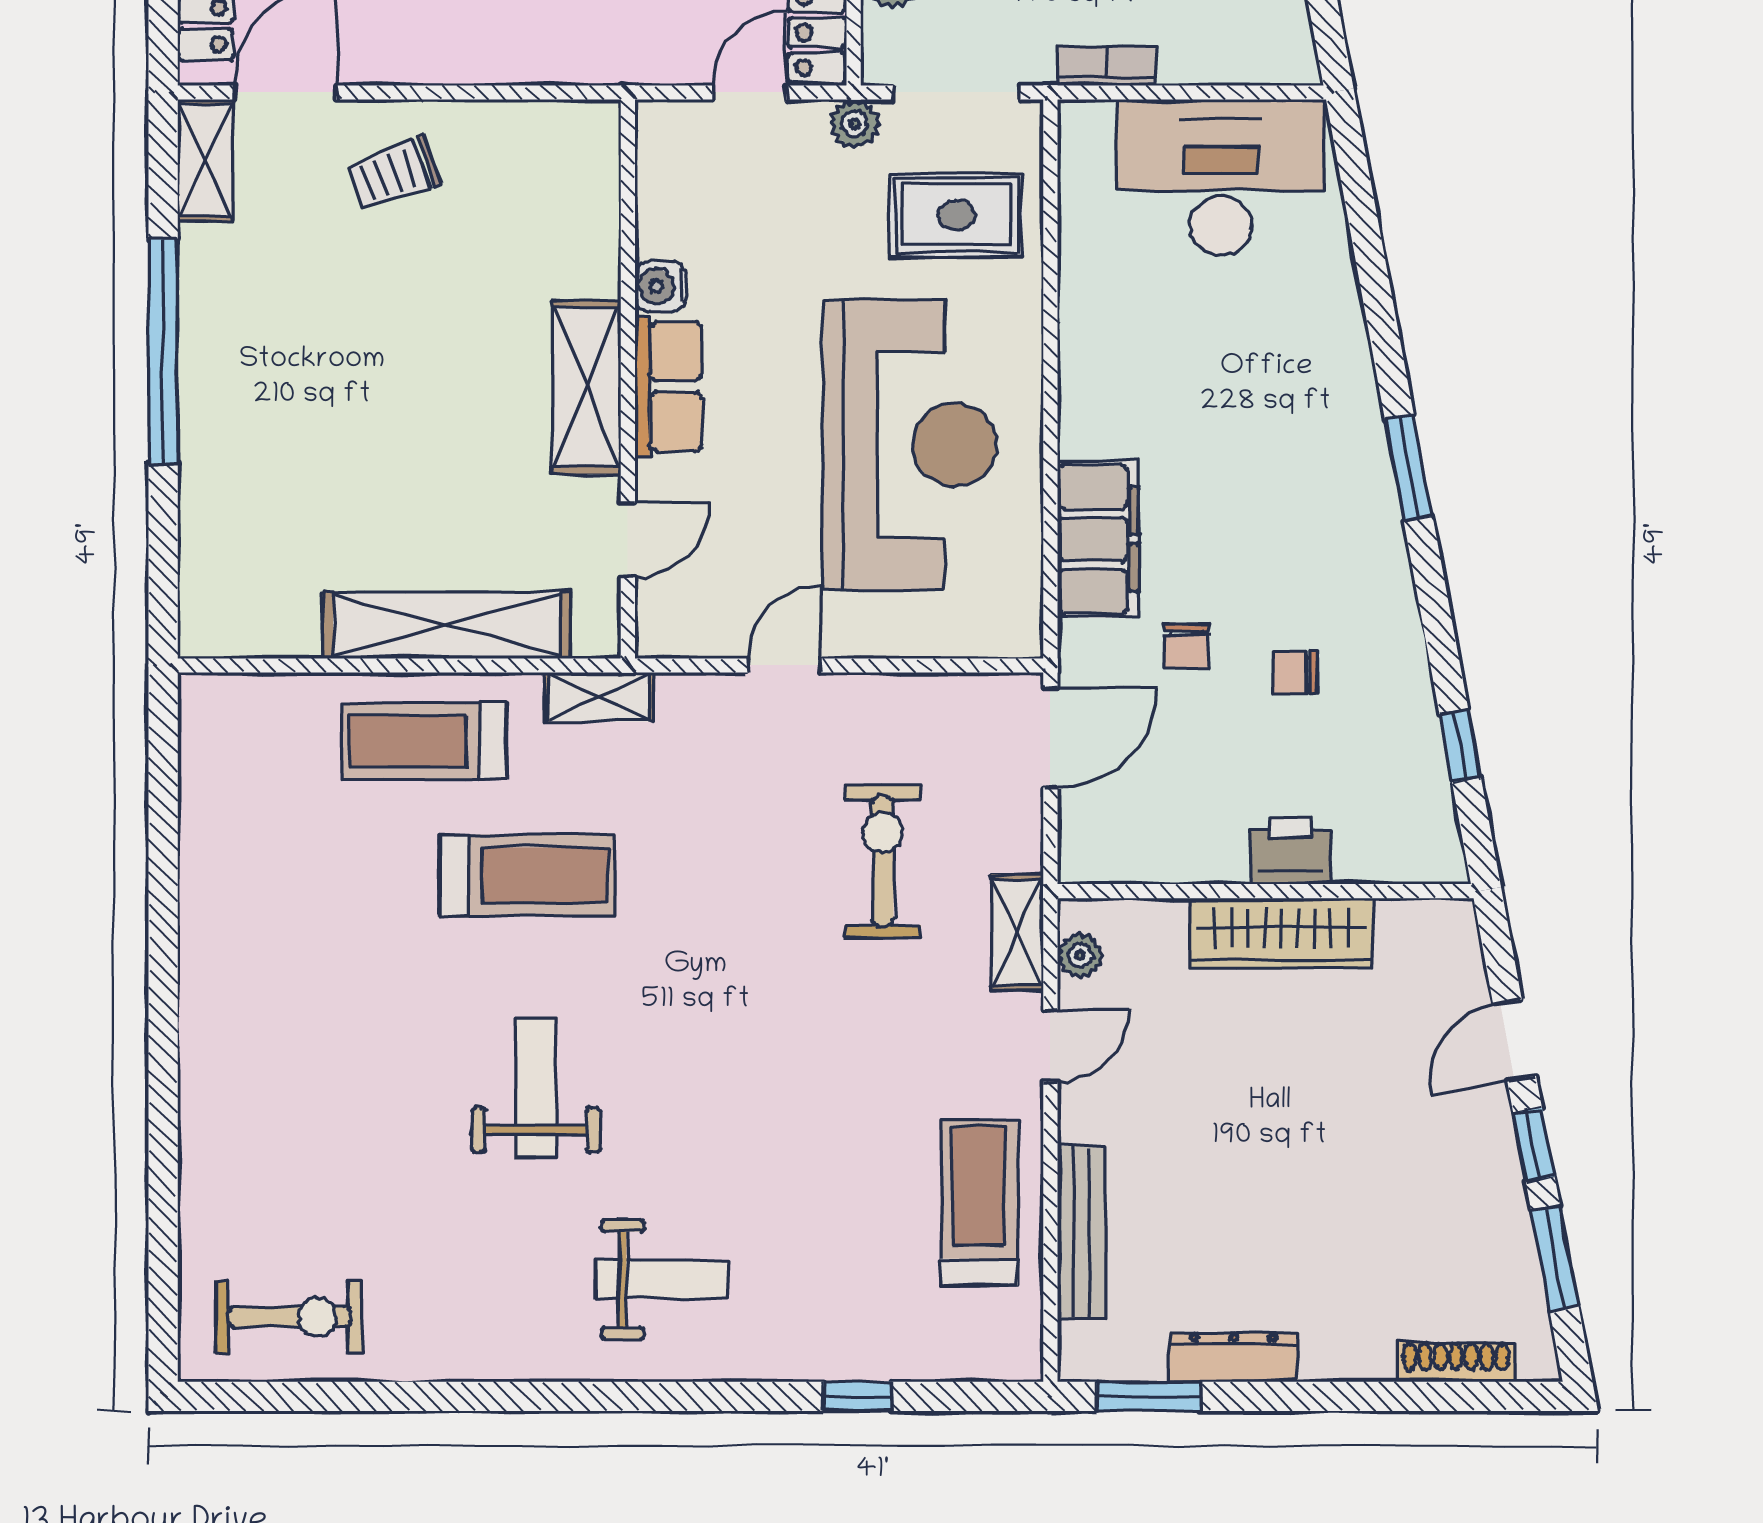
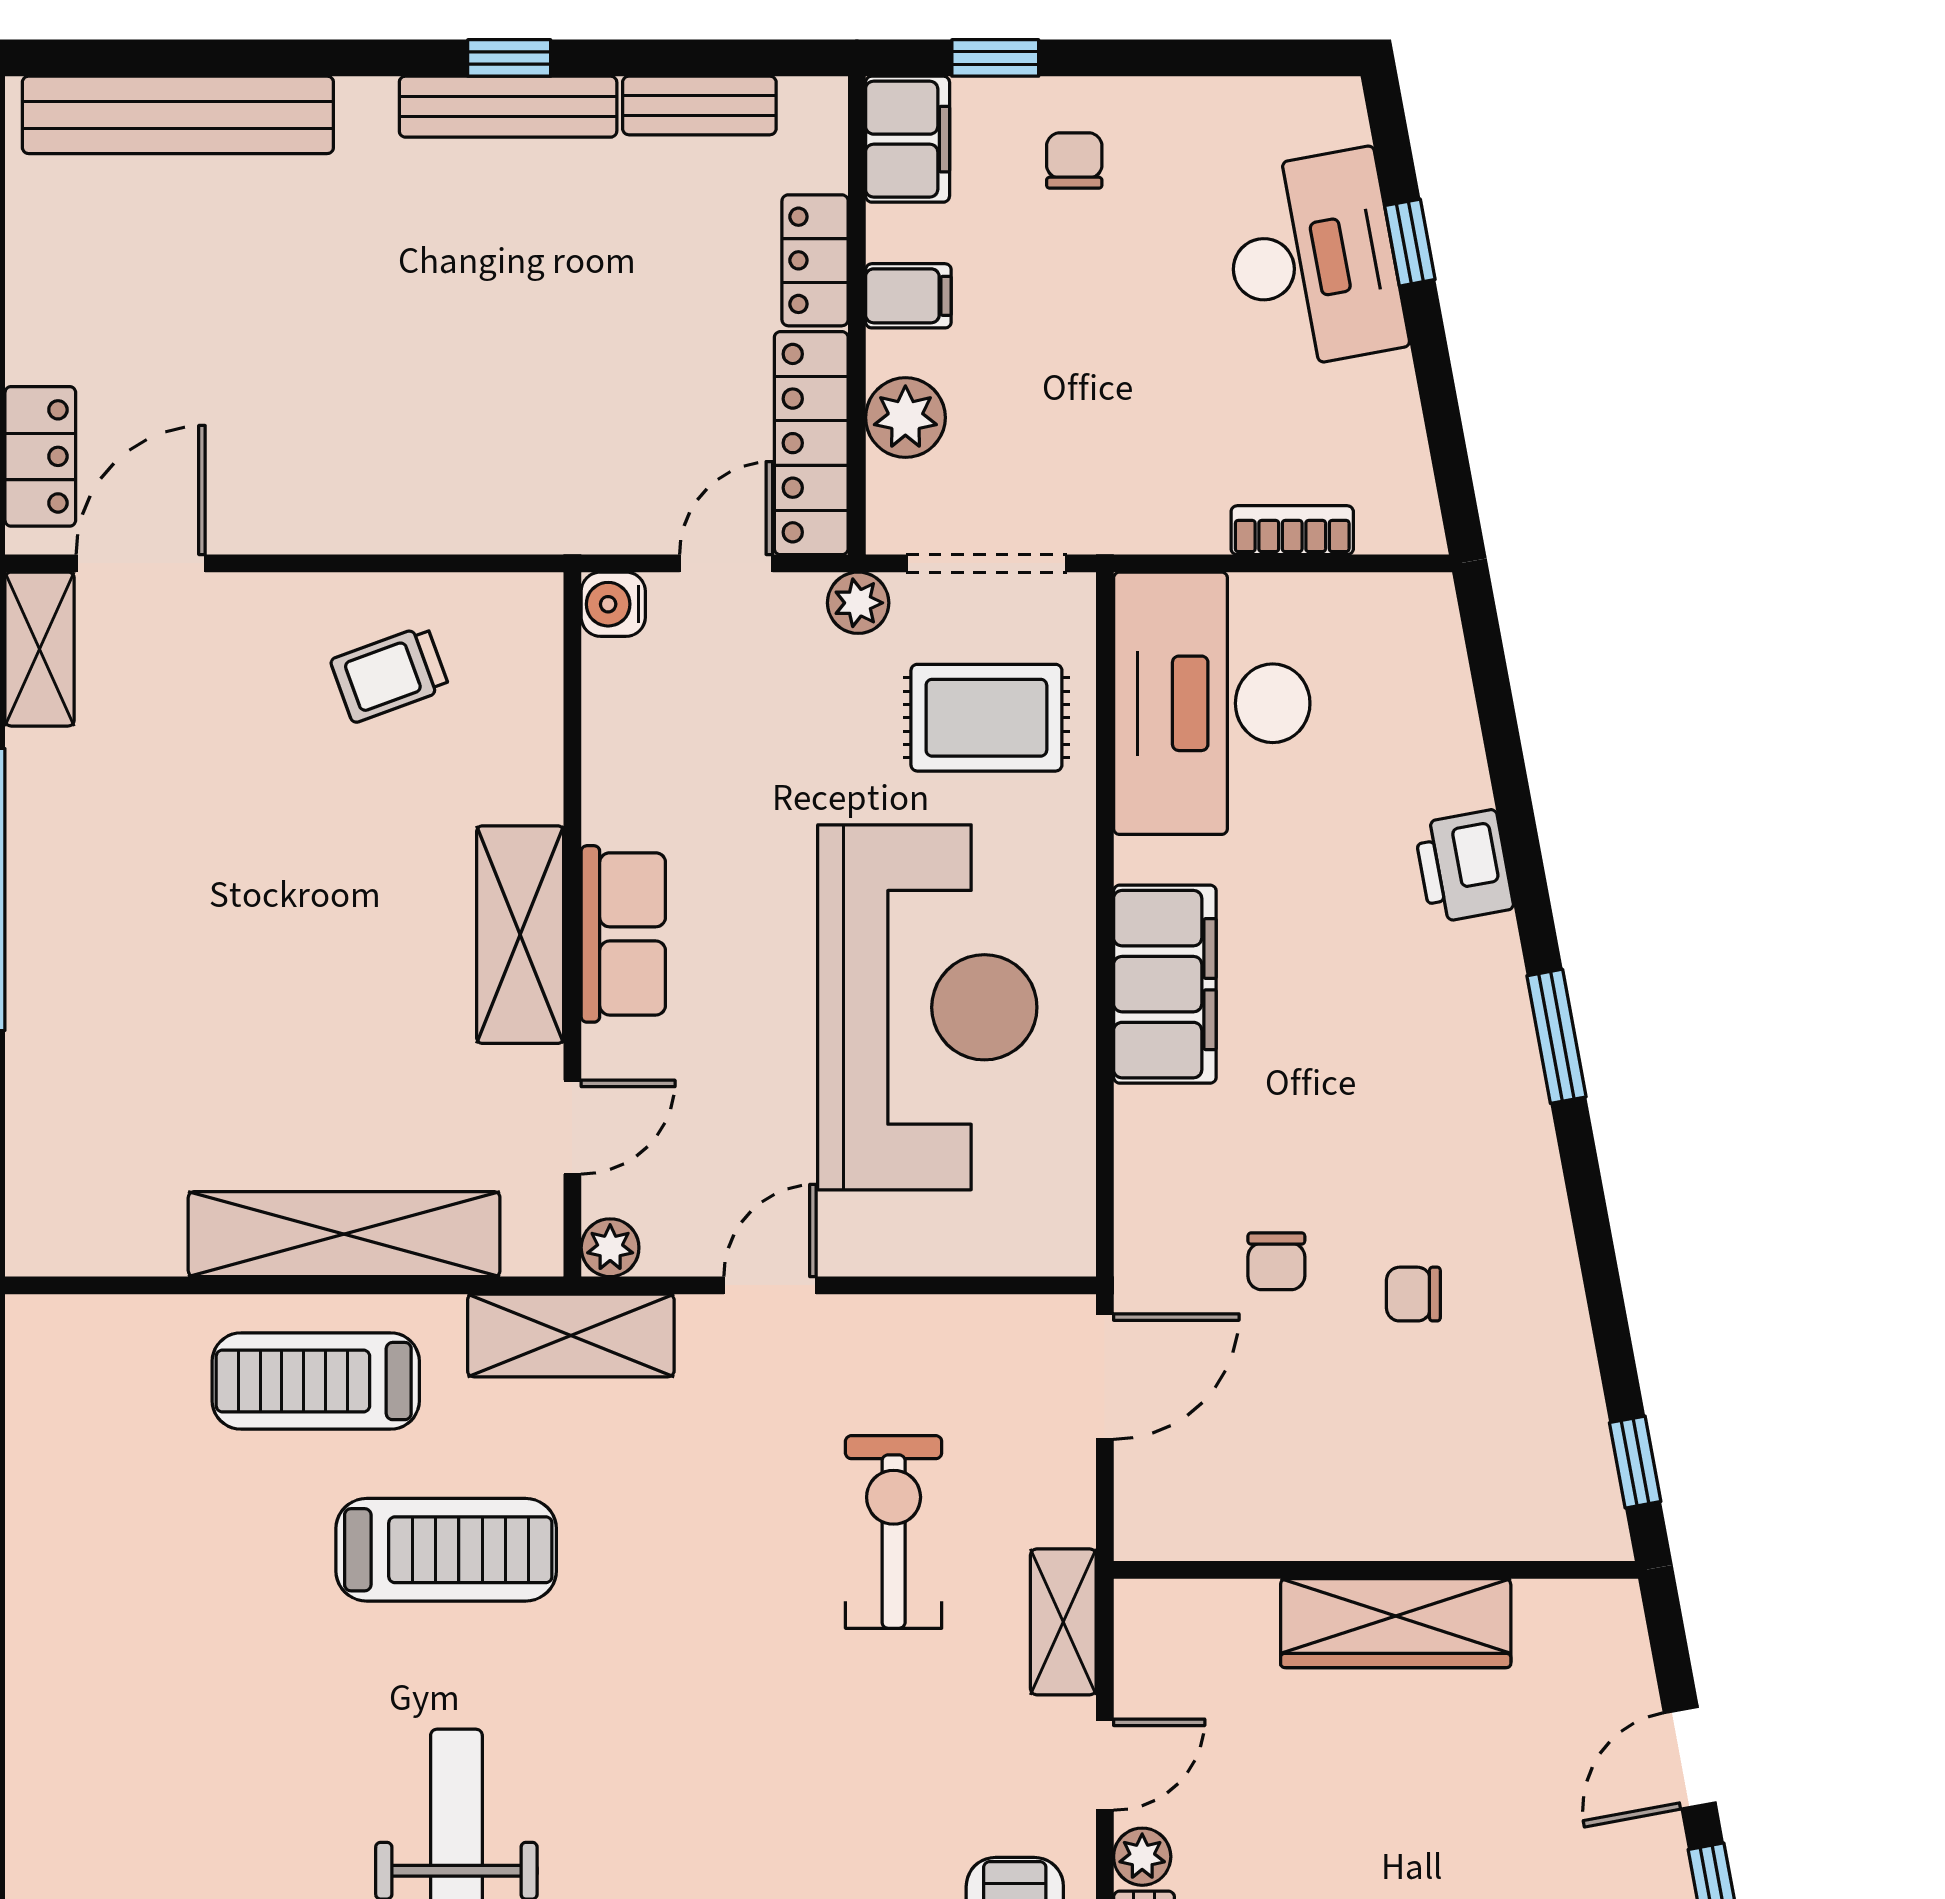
bookcase: (1107, 66) -> (1292, 530), moved
trolley: (394, 174) -> (390, 674), moved
desk: (1221, 177) -> (1212, 703), moved, turned -90
water cooler: (660, 286) -> (613, 604), moved
filing cabinet: (1098, 539) -> (1165, 984), moved
plant: (658, 636) -> (610, 1248), added
shelving: (599, 697) -> (571, 1335), width x1.50, depth x1.33
window: (1460, 746) -> (1635, 1462), moved
printer: (1291, 851) -> (1464, 866), moved, turned -100
plant: (1080, 956) -> (1142, 1857), moved

